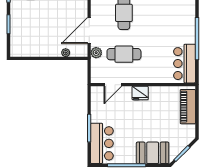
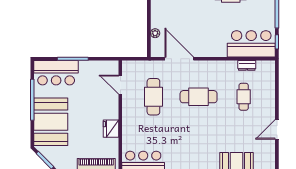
plant: (96, 53) -> (155, 66), removed
fridge: (140, 93) -> (111, 129), moved
booth: (153, 153) -> (51, 122), width x1.36, depth x1.42

